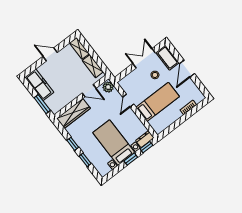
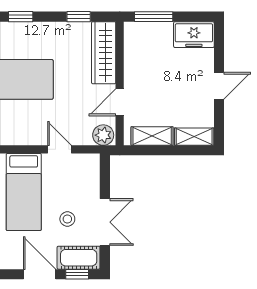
window: (175, 53) -> (77, 274), added
freezer: (39, 85) -> (194, 35), width x0.71
window: (73, 144) -> (79, 17), moved

